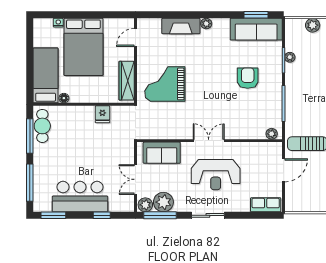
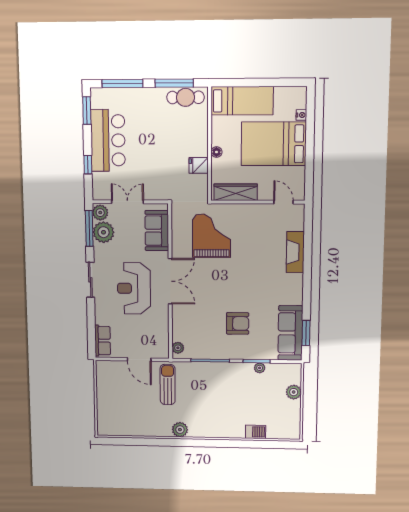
plant: (206, 24) -> (297, 280), removed
grand piano: (165, 84) -> (212, 236), moved
floor lamp: (64, 98) -> (216, 152), moved
double door: (209, 141) -> (170, 281), width x1.37

